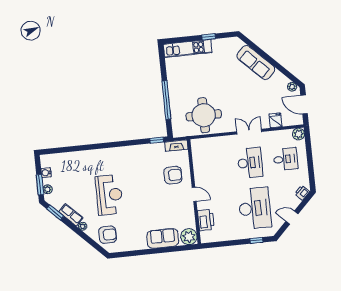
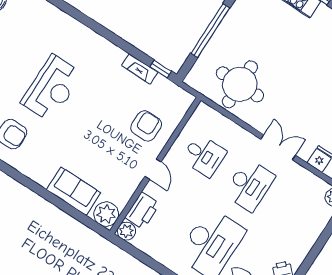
fireplace: (176, 146) -> (140, 69), moved
desk: (285, 159) -> (204, 155), moved
armchair: (173, 175) -> (146, 126), turned -90
plant: (206, 237) -> (126, 231), added

